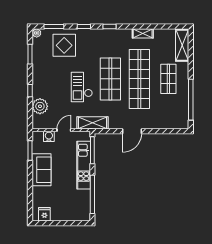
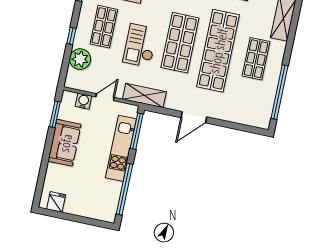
shop shelf: (52, 79) -> (104, 27), added

